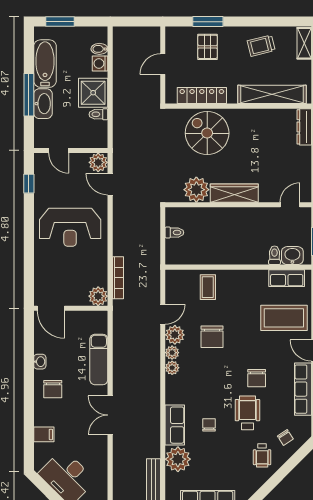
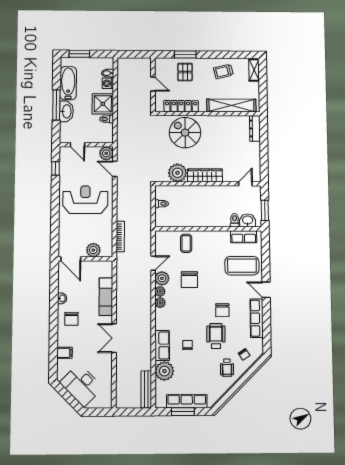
door: (163, 64) -> (153, 84), swing flipped
reception desk: (70, 227) -> (85, 200), turned 180
plant: (98, 296) -> (93, 250), moved

